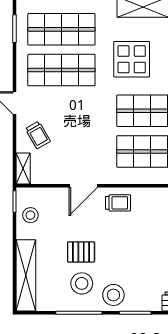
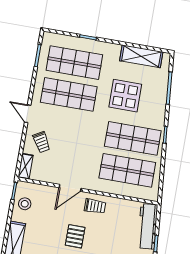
pallet: (81, 252) -> (75, 236), moved, turned 90

